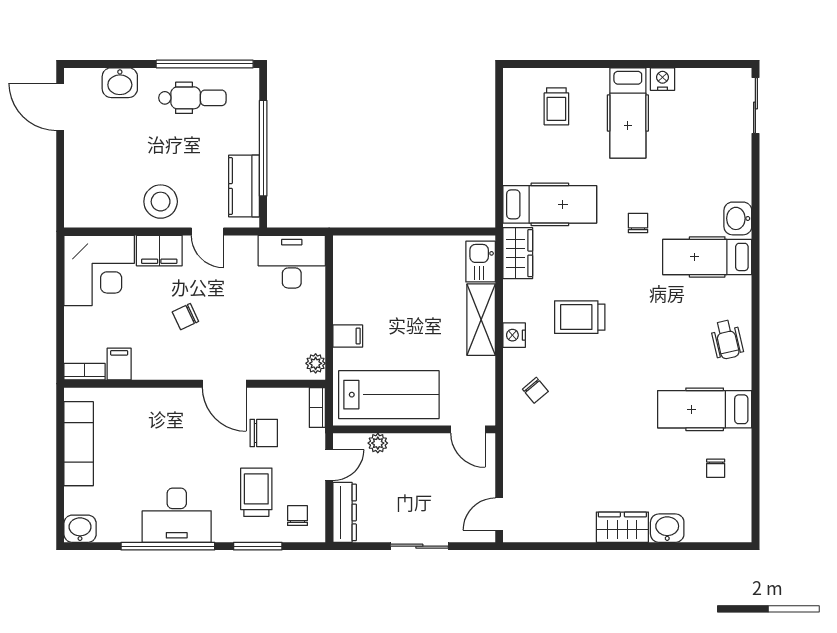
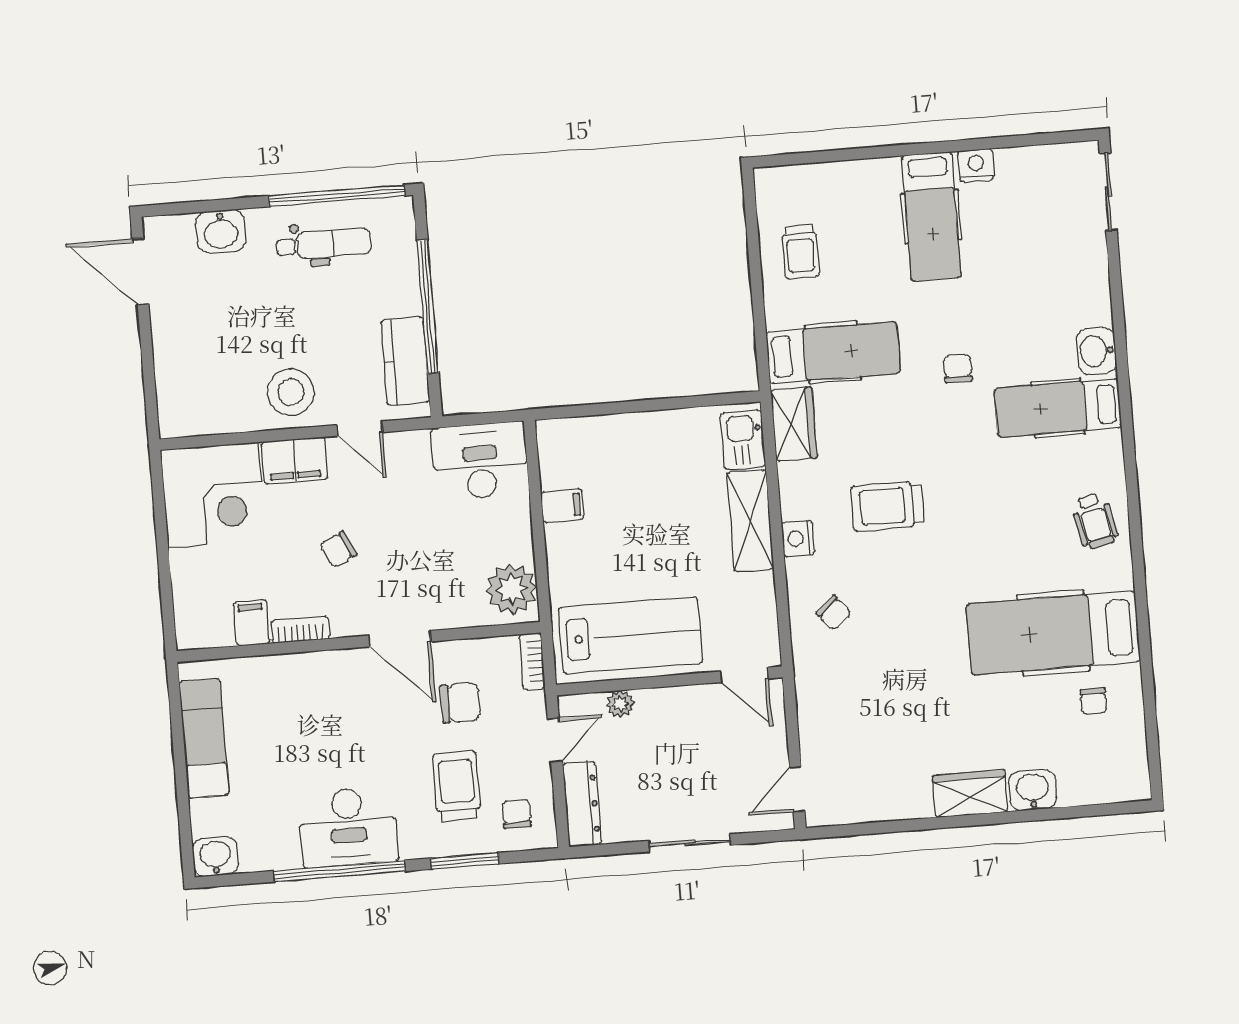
trolley: (556, 106) -> (800, 252), moved
filing cabinet: (348, 336) -> (562, 505), moved
plant: (316, 363) -> (512, 589), width x1.88, depth x1.88
bookcase: (85, 372) -> (300, 630), moved
hospital bed: (705, 409) -> (1053, 633), width x1.37, depth x1.29

